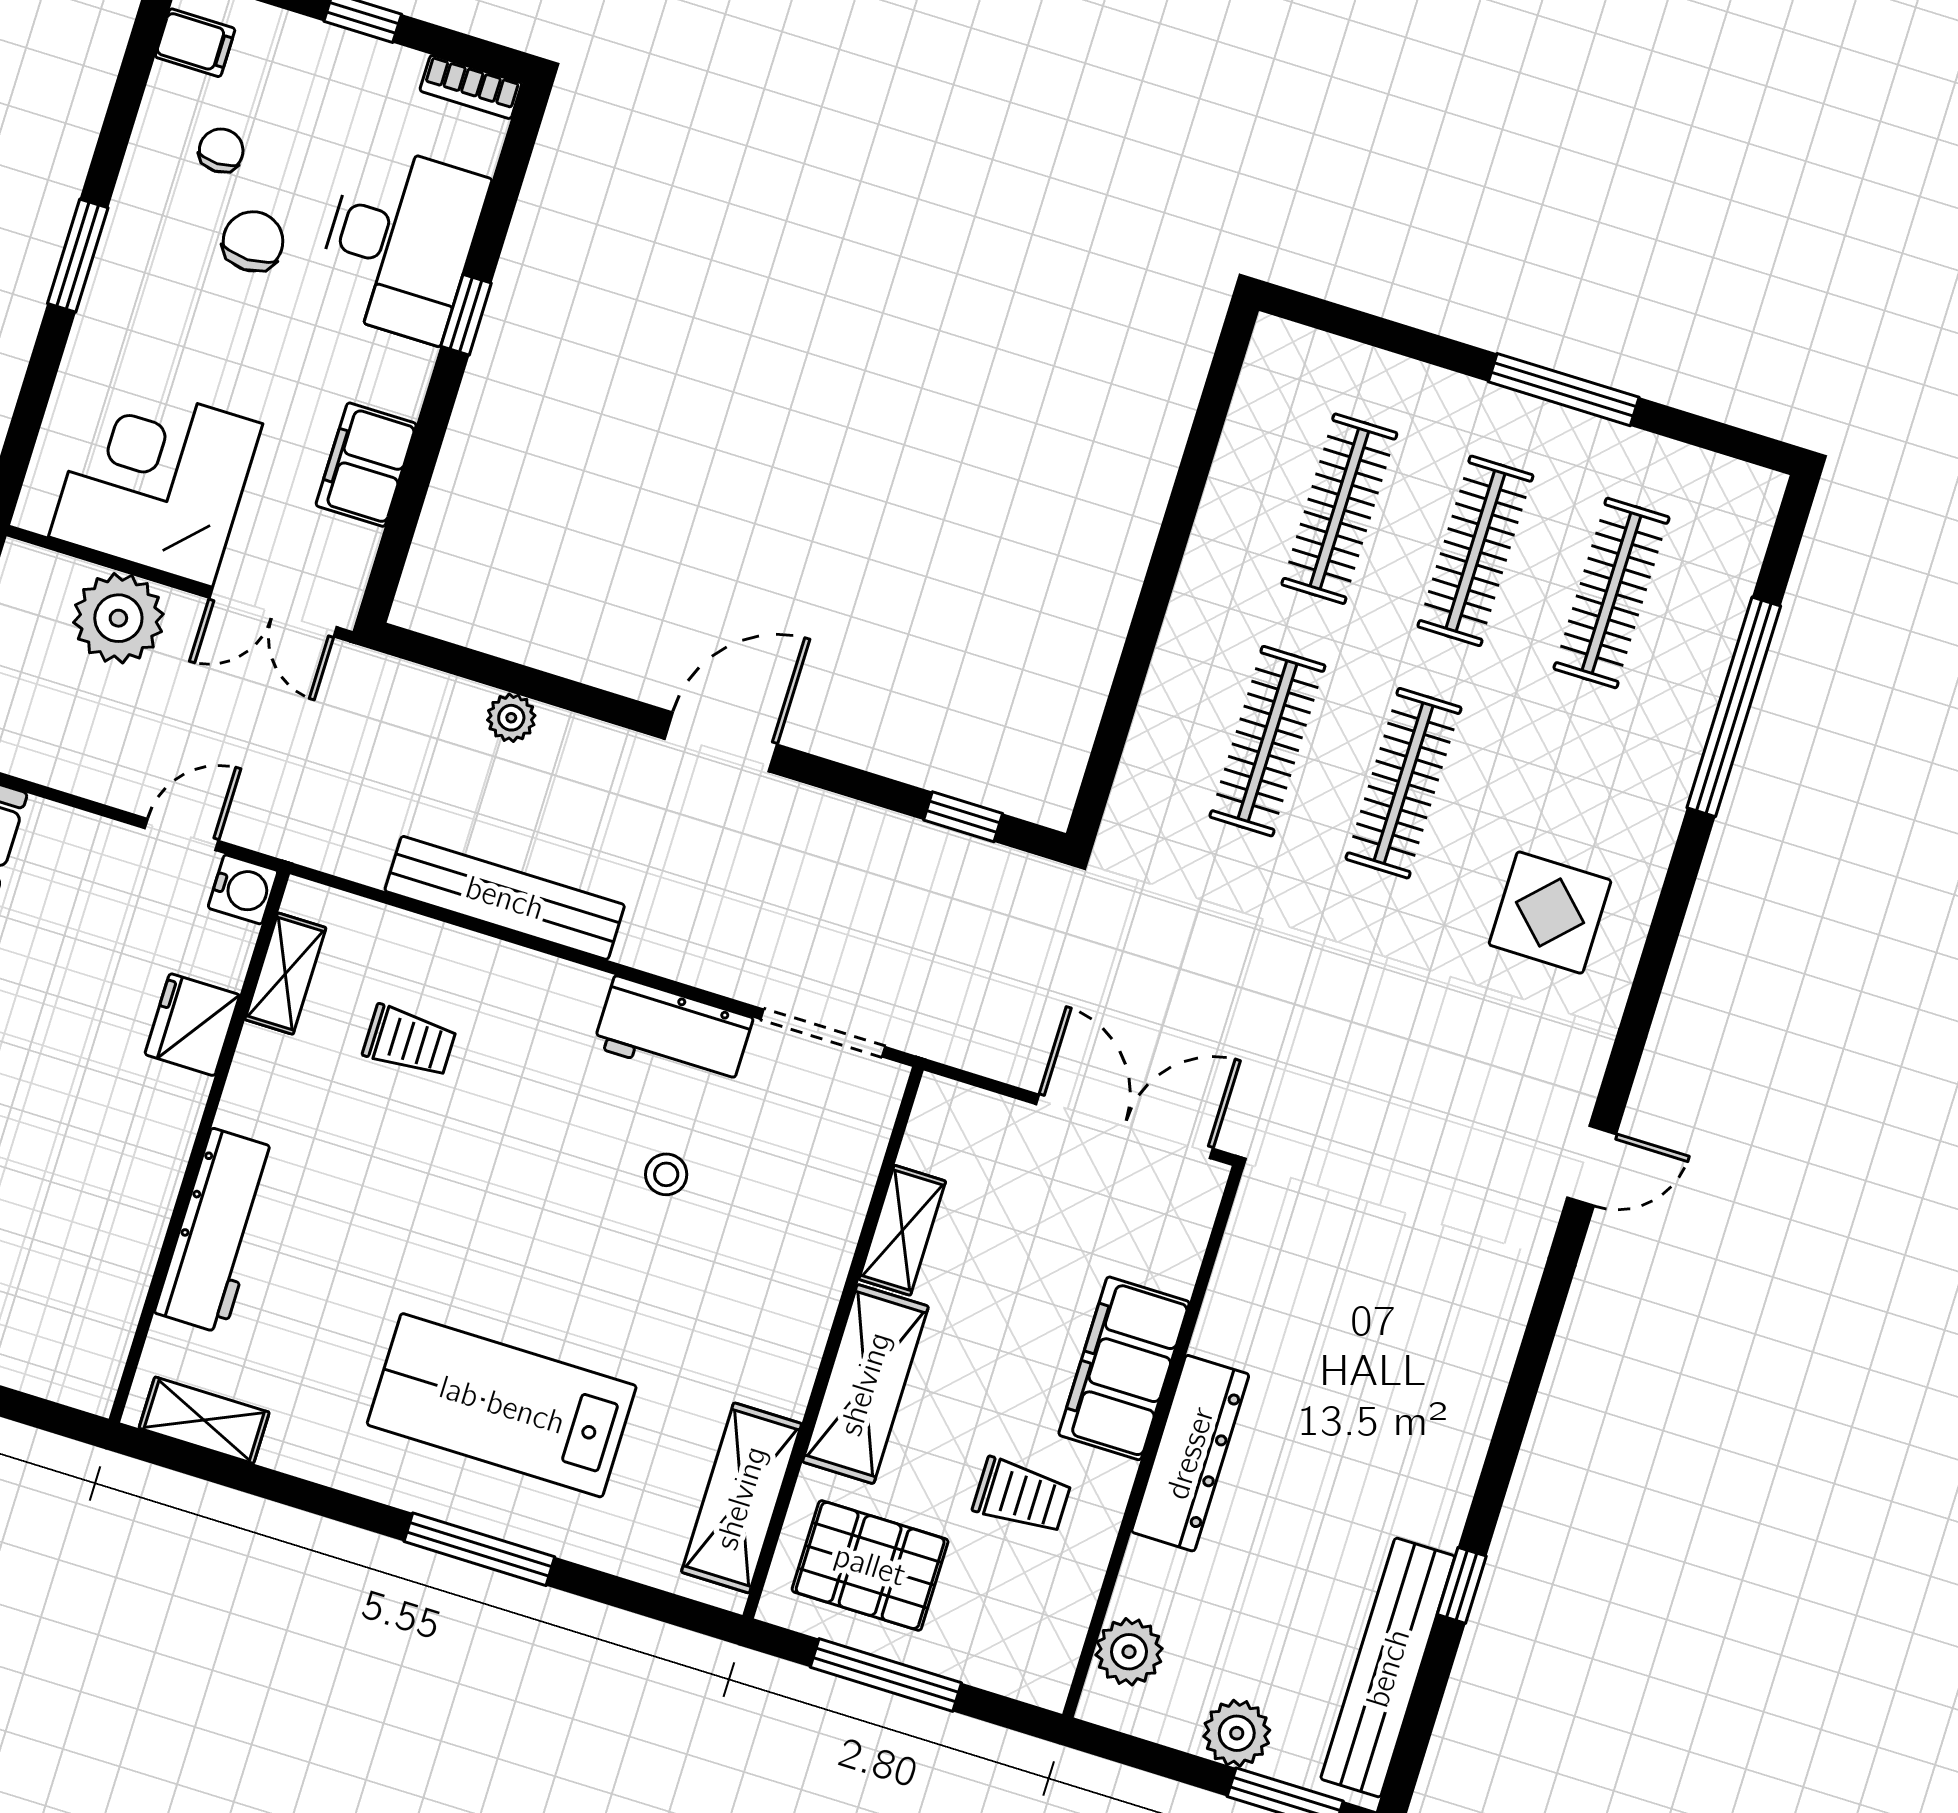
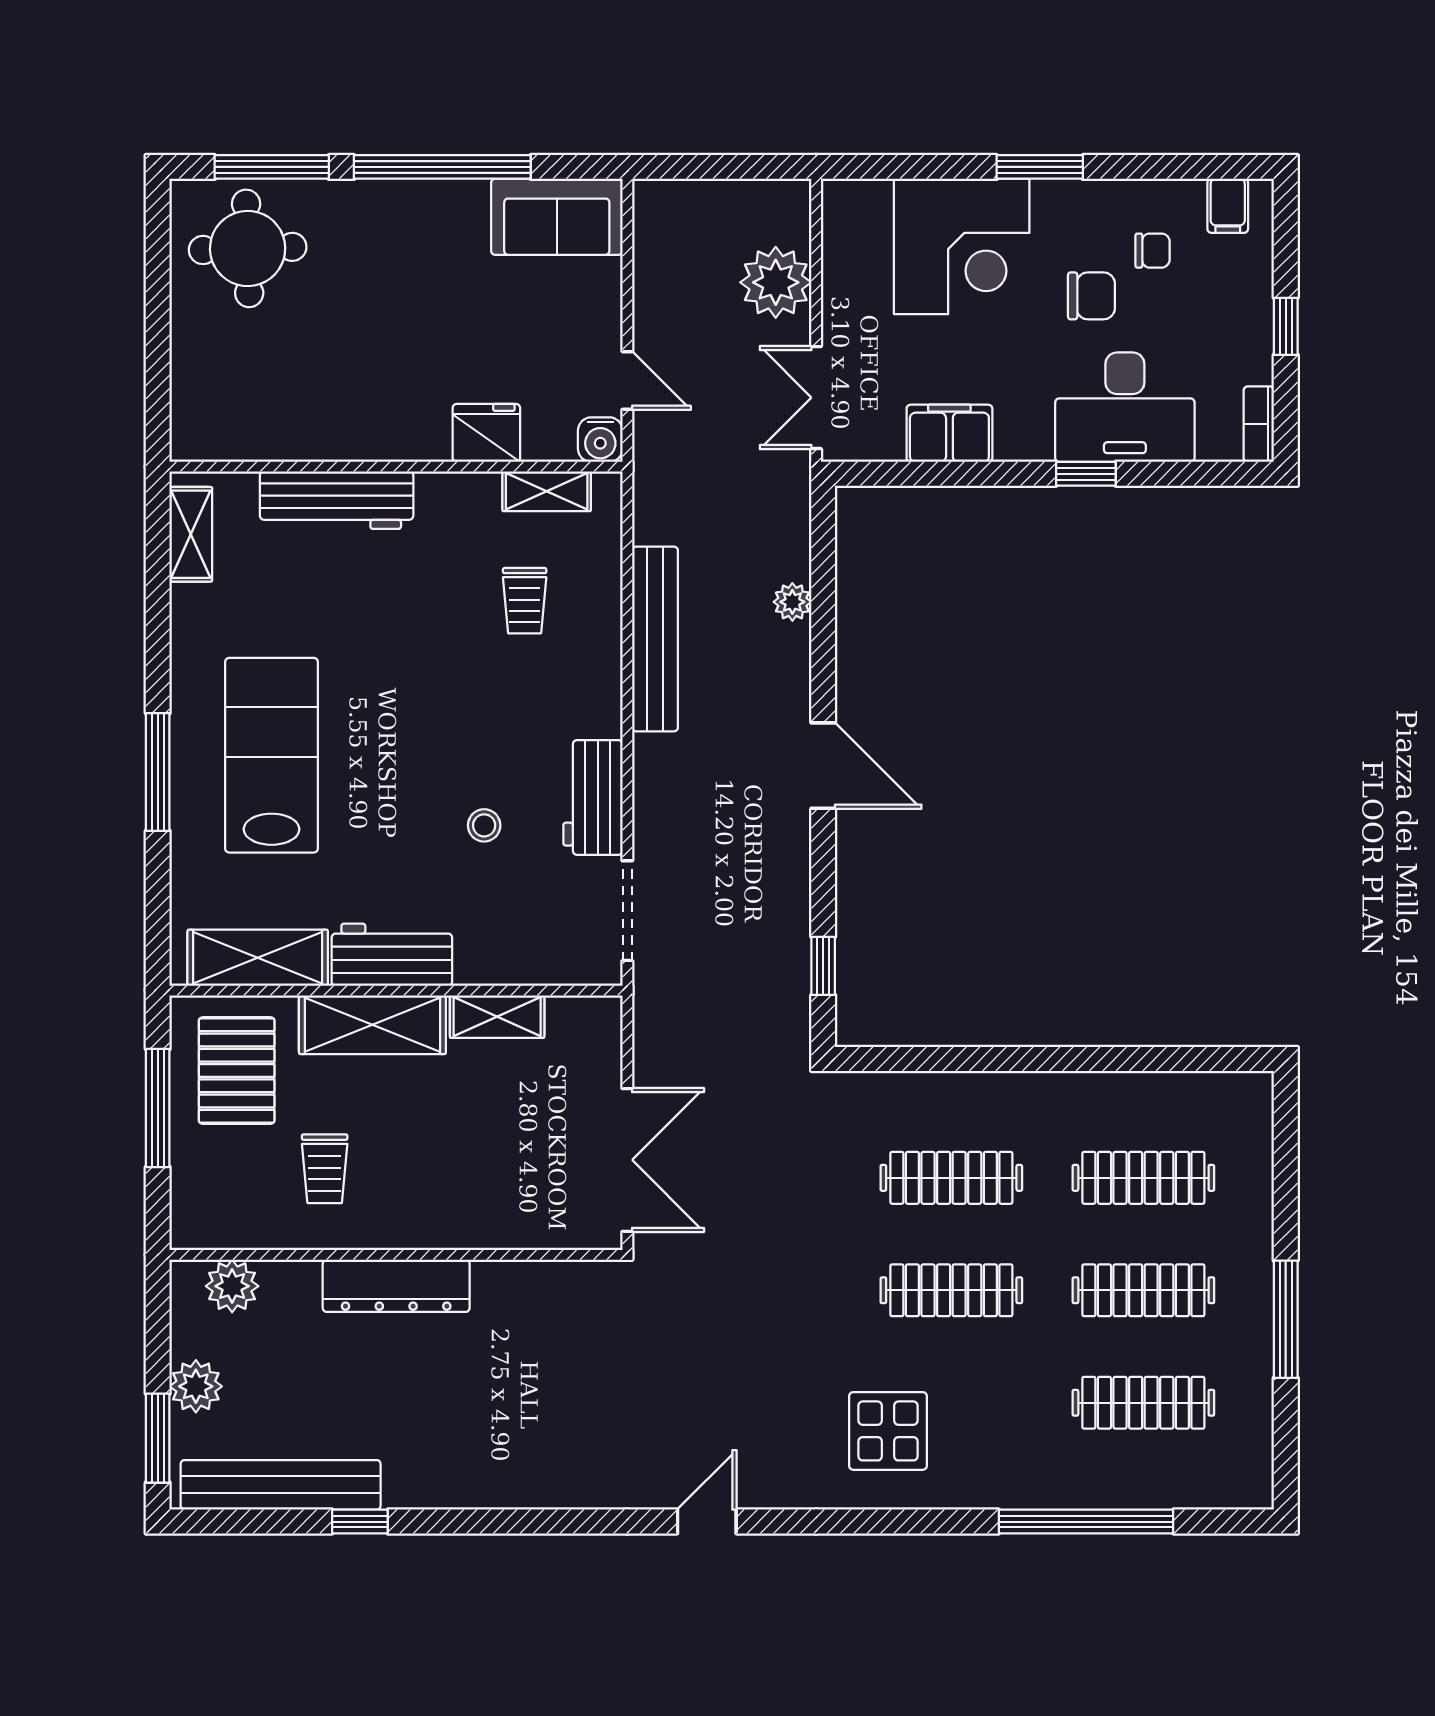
corner desk: (156, 480) -> (962, 246), moved, turned 90
door: (1592, 1166) -> (707, 1522), swing flipped
workbench: (788, 1334) -> (392, 955), added
filing cabinet: (1124, 1368) -> (445, 1216), removed

